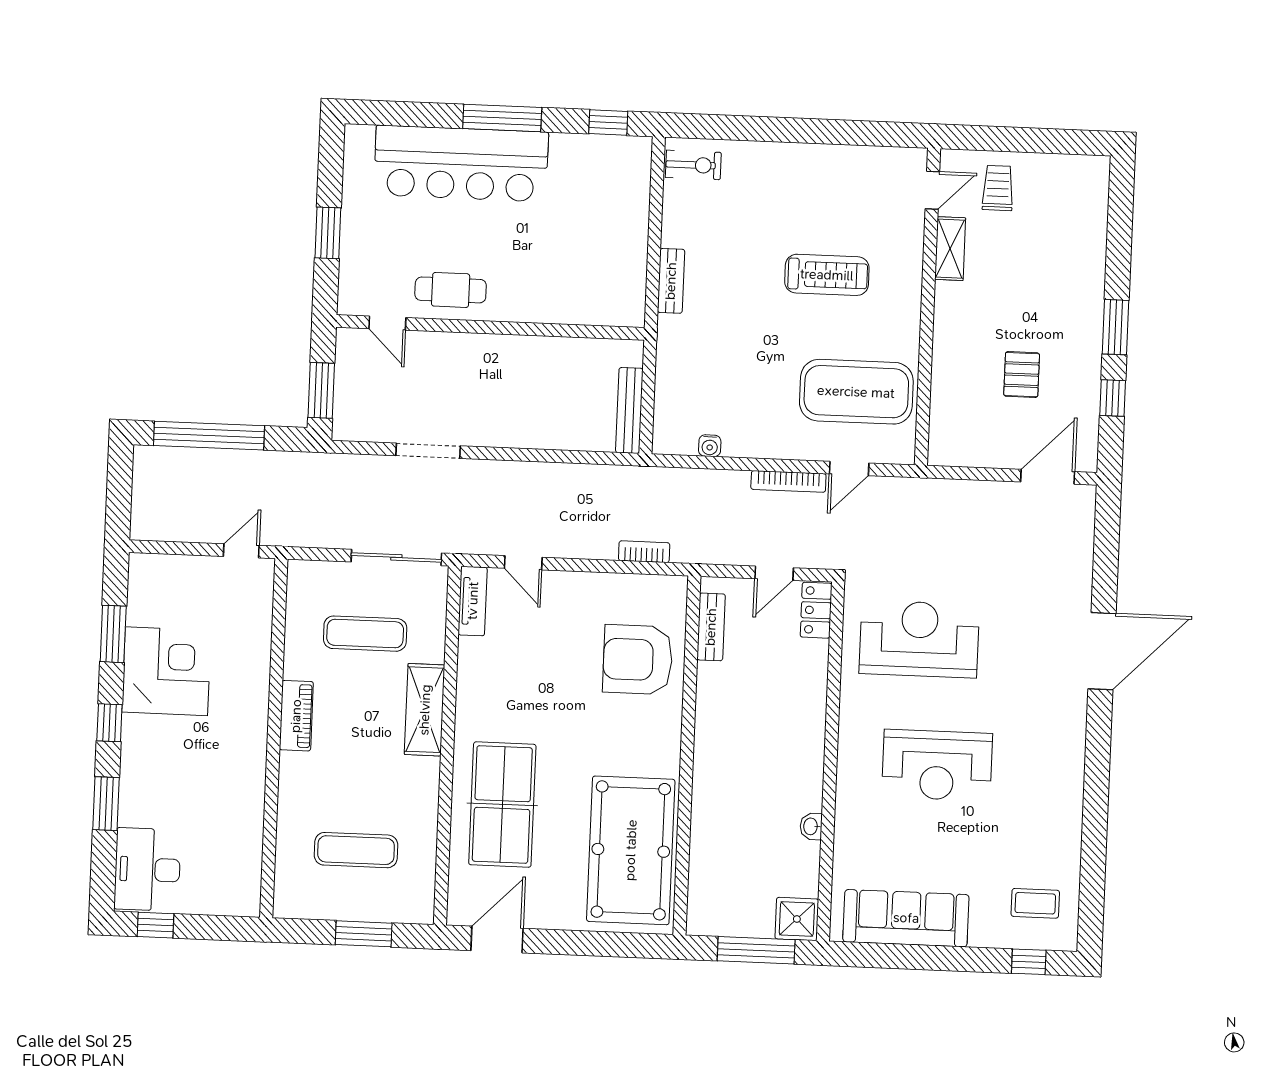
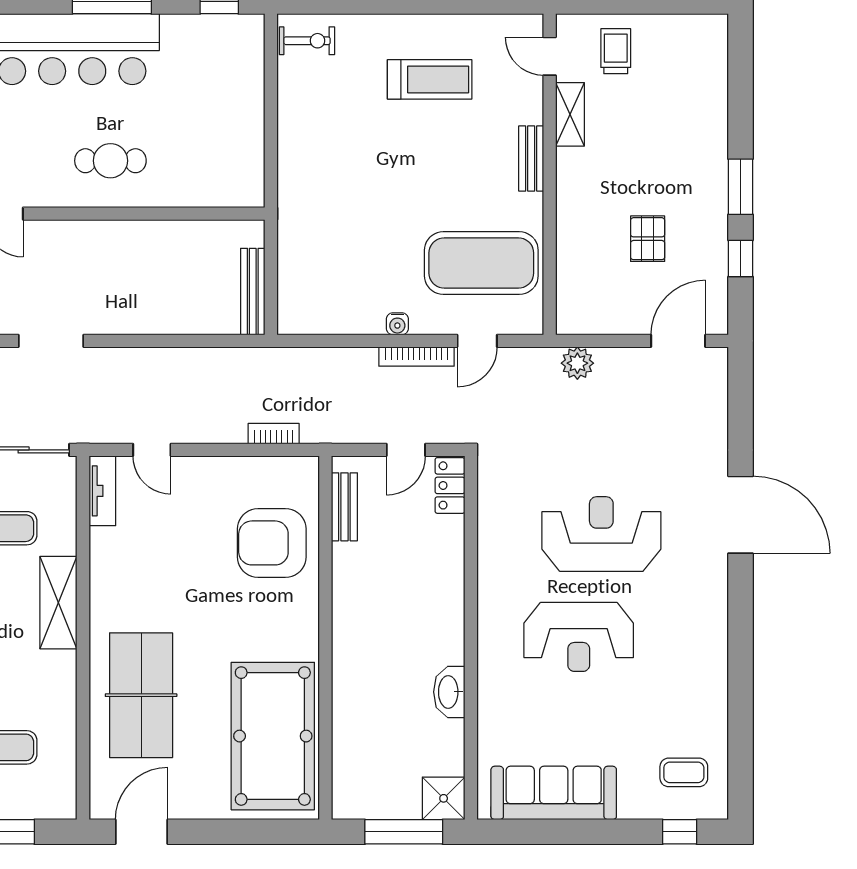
door: (932, 190) -> (550, 56), swing flipped
treadmill: (827, 275) -> (430, 79), moved
bench: (671, 281) -> (531, 159), moved
cafe table: (451, 290) -> (110, 161), moved
water cooler: (710, 446) -> (397, 324), moved
plant: (947, 495) -> (577, 363), added
reception desk: (919, 639) -> (601, 534), moved
door: (1102, 651) -> (741, 515), hinge flipped
washbasin: (811, 826) -> (449, 692), width x1.91, depth x1.45

